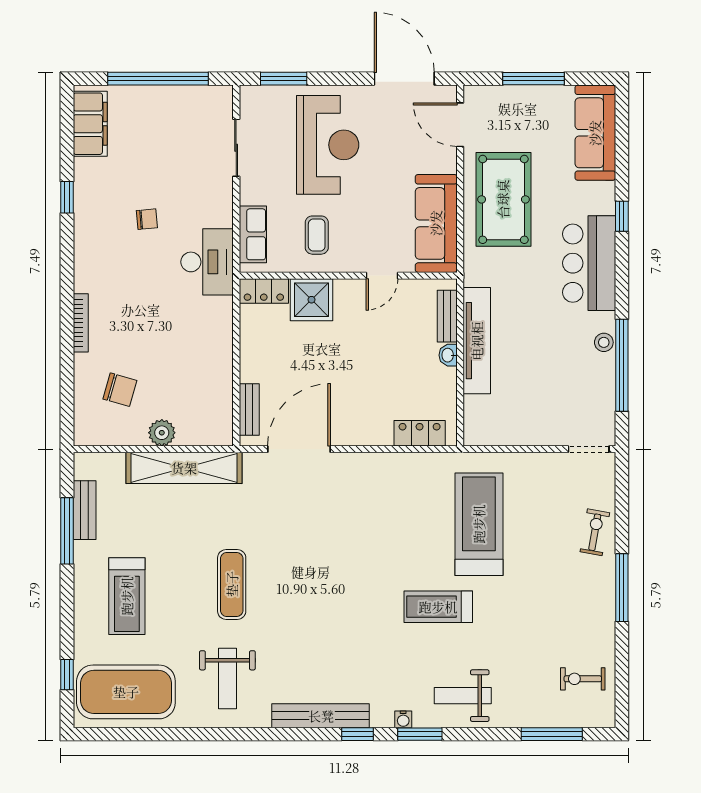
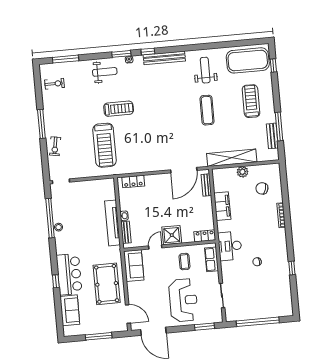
filing cabinet: (90, 124) -> (222, 206), moved, turned 180
sofa: (595, 133) -> (70, 310), width x0.73
reception desk: (328, 145) -> (183, 300), turned 180
sofa: (436, 223) -> (134, 266), width x0.73
bar counter: (589, 263) -> (69, 274), moved
shower: (311, 300) -> (172, 235), moved

